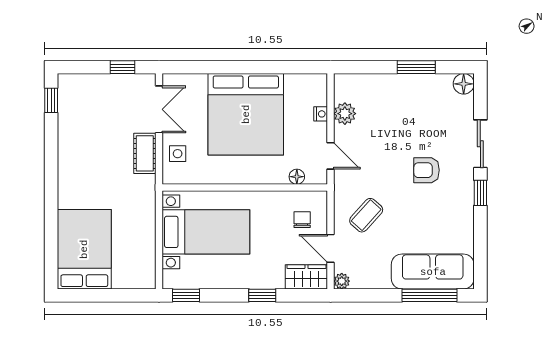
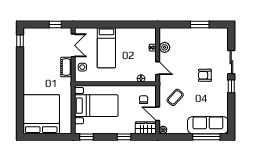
floor lamp: (464, 84) -> (223, 33), removed
bed: (246, 114) -> (106, 48), width x0.49
bed: (84, 249) -> (41, 114), width x1.36

